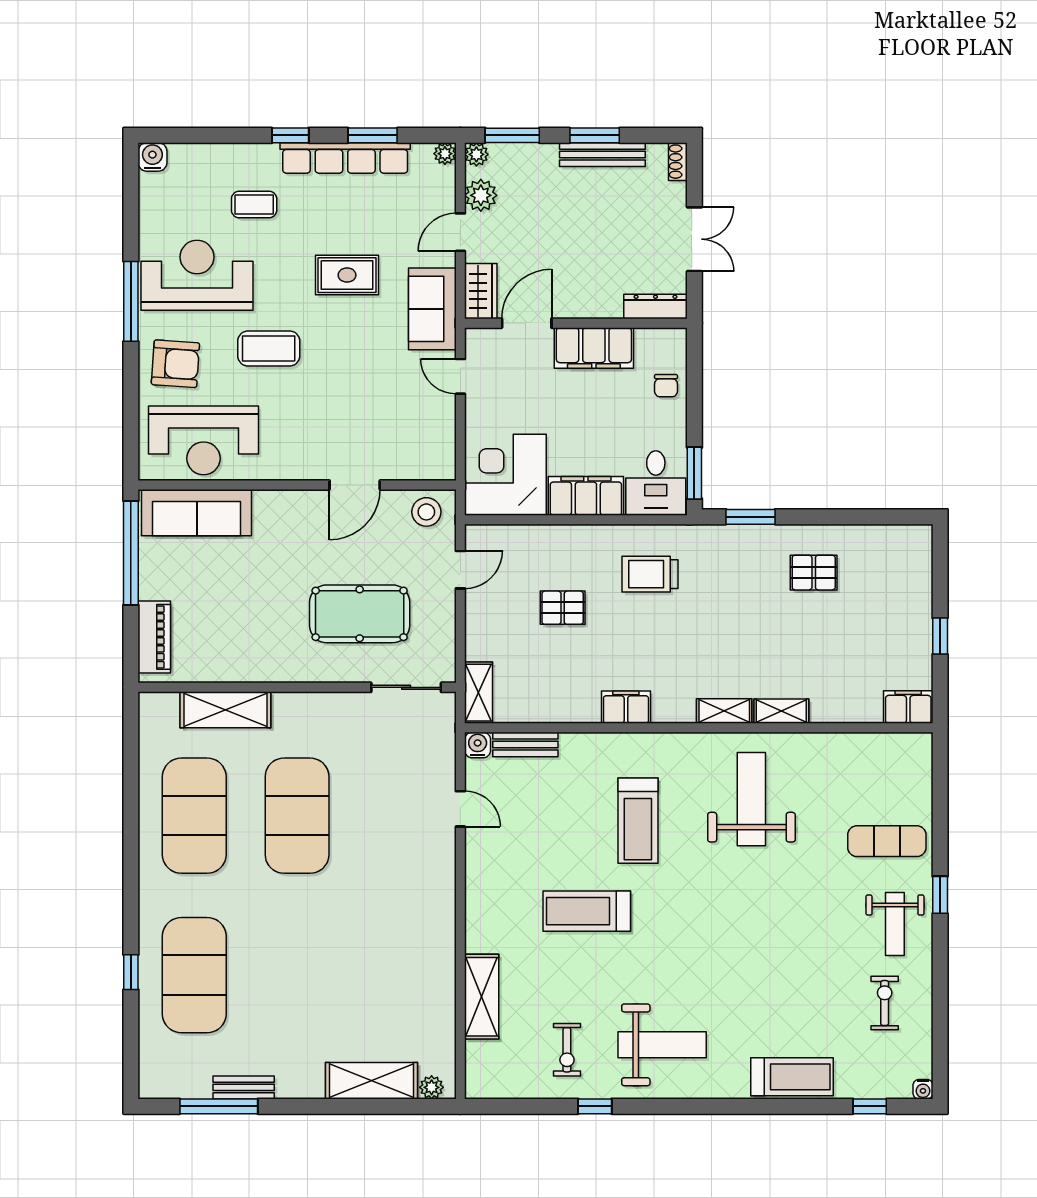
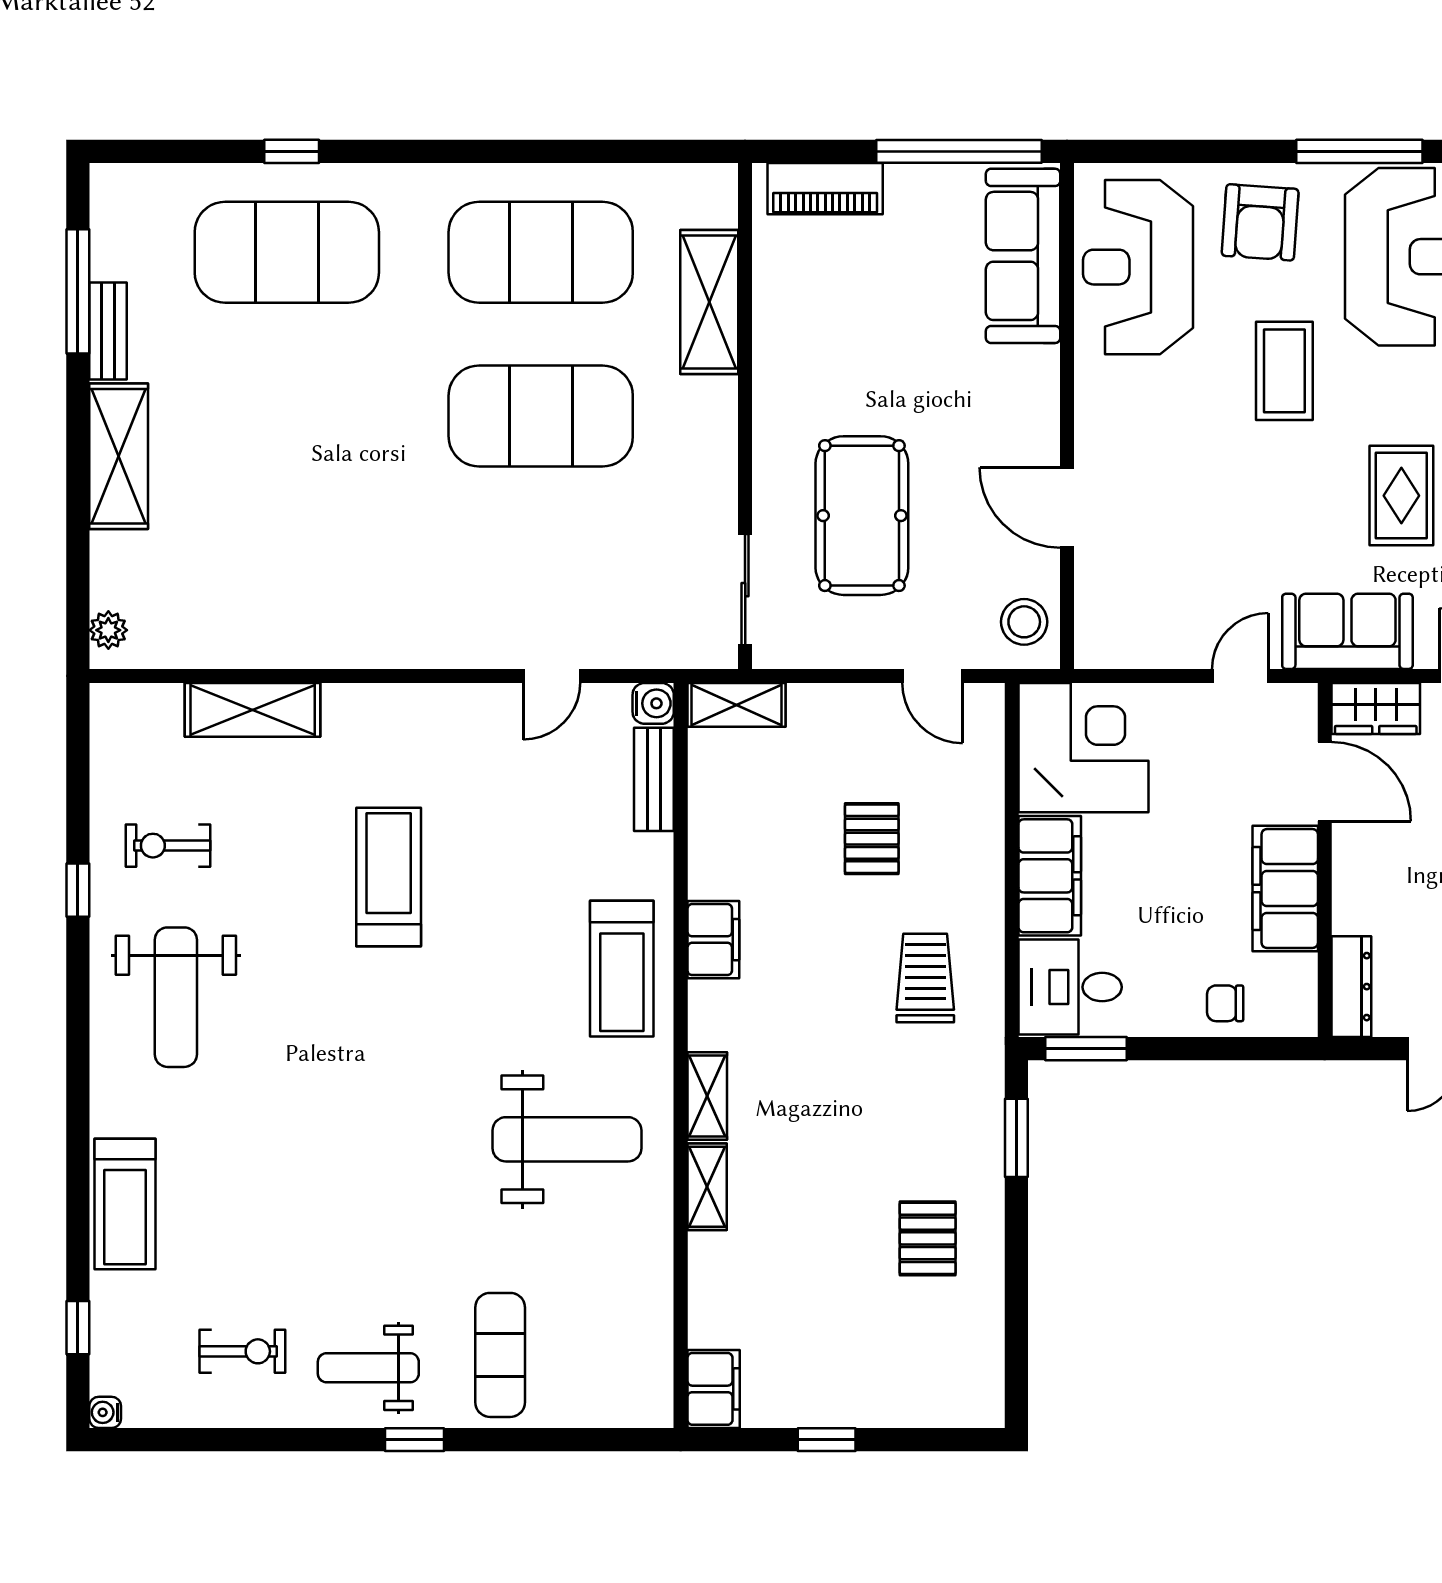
treadmill: (638, 821) -> (622, 969), moved, turned -90
shelving: (372, 1081) -> (119, 456), moved

